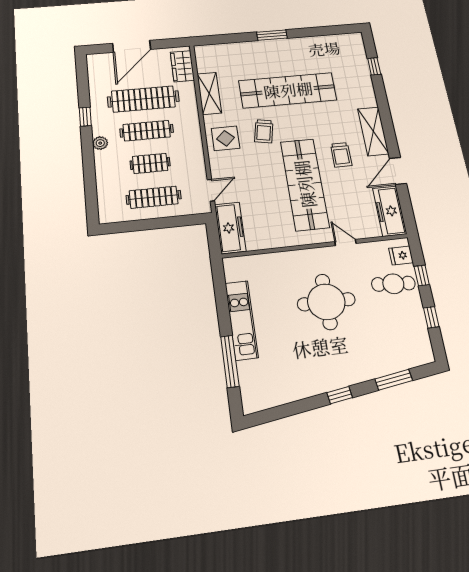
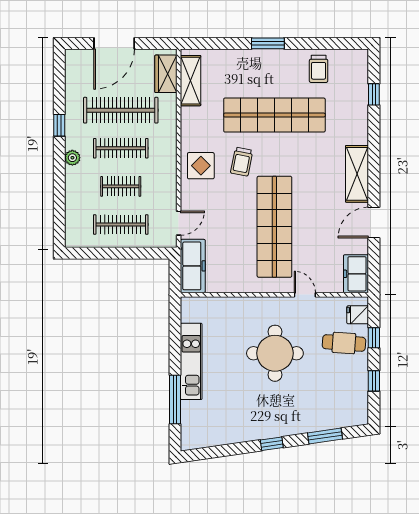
shelving: (209, 93) -> (191, 81), moved
trolley: (341, 155) -> (319, 69), moved
freezer: (390, 211) -> (356, 274), width x0.71

